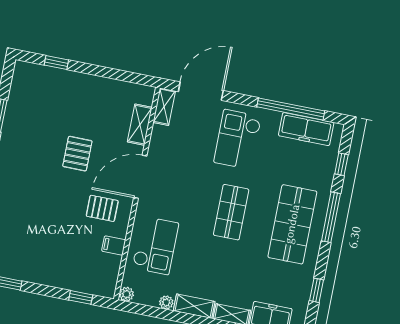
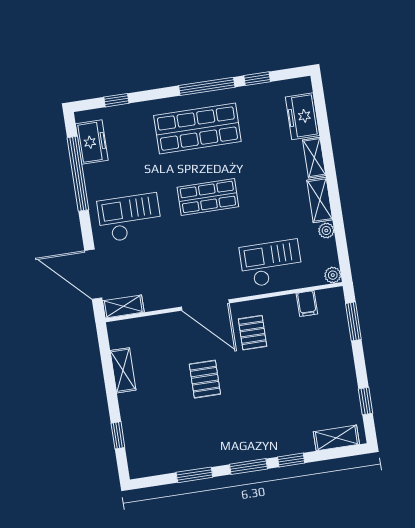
shelving: (140, 125) -> (123, 370), moved, turned 90
freezer: (306, 129) -> (92, 142), width x0.71
checkout: (238, 139) -> (130, 218), turned 180
pallet: (77, 154) -> (205, 379), turned 90
window: (331, 217) -> (207, 86), moved
filing cabinet: (114, 245) -> (307, 304), moved
window: (81, 297) -> (353, 321), width x1.50

